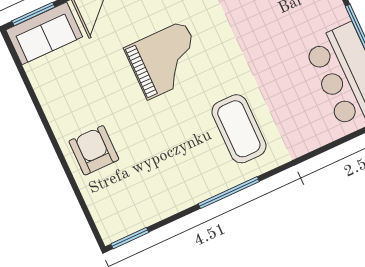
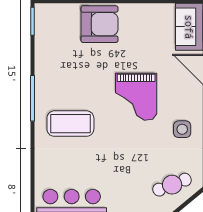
armchair: (94, 150) -> (99, 24), width x1.36, depth x1.36

